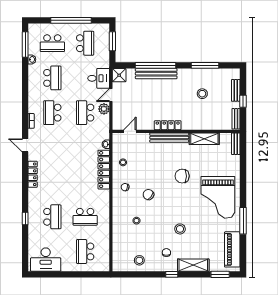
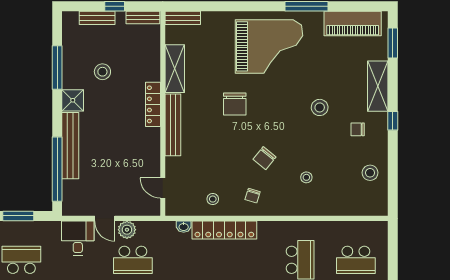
window: (155, 65) -> (57, 169), moved
shower: (119, 75) -> (73, 100), moved
locker: (168, 125) -> (153, 104), moved

